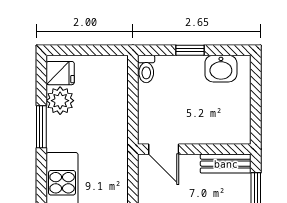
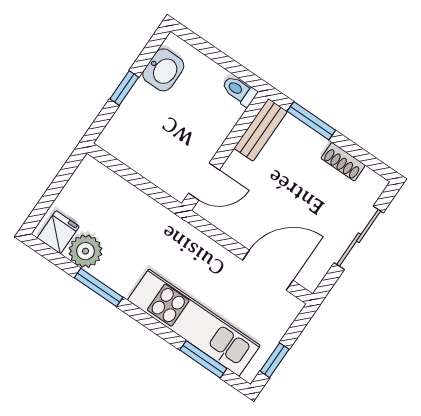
toilet: (146, 69) -> (239, 91), moved, turned 180

